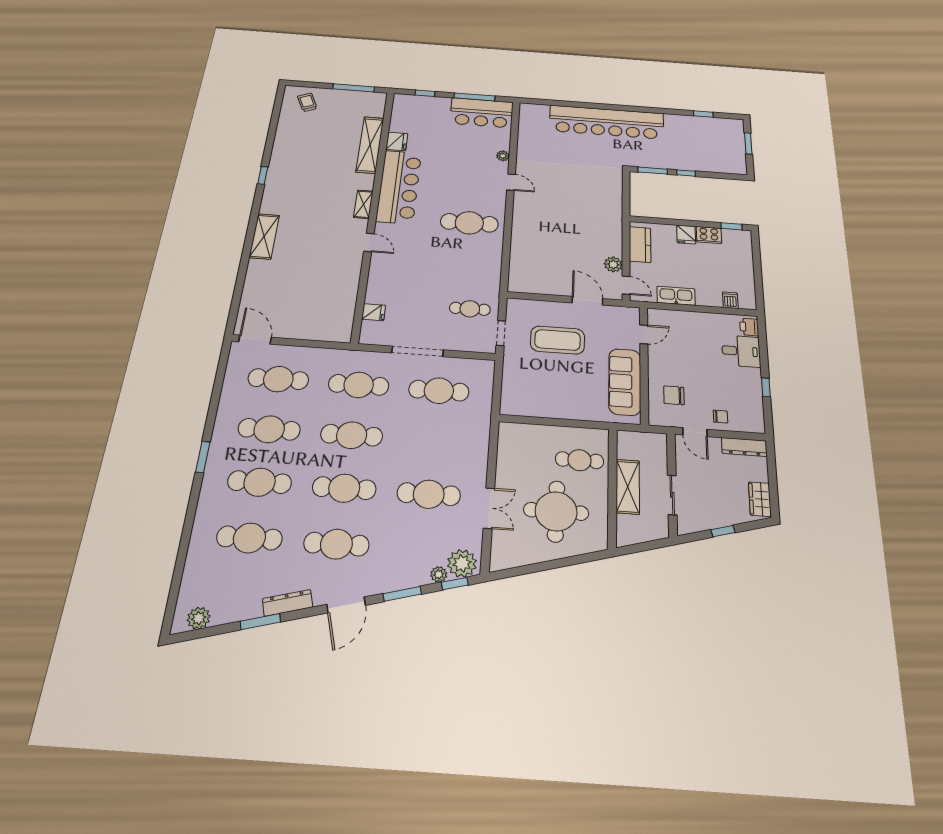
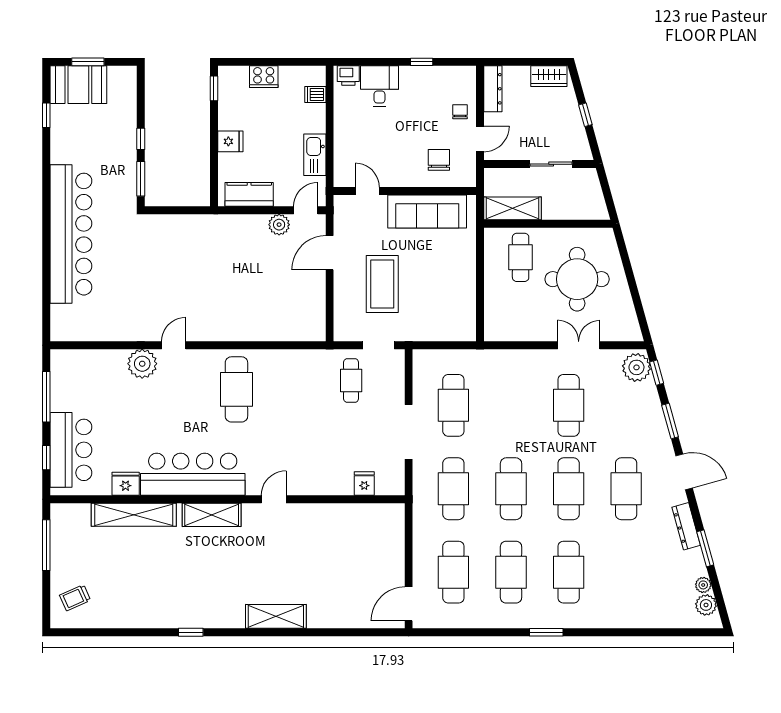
bar counter: (482, 113) -> (71, 450), moved
booth: (729, 136) -> (78, 85), added
plant: (503, 156) -> (142, 364), width x1.88, depth x1.88
shelving: (363, 204) -> (212, 515), width x1.50, depth x1.33
cooker: (709, 235) -> (264, 77), moved, turned 90
chair: (674, 395) -> (439, 160), turned 180
shelving: (628, 487) -> (513, 208), moved
cafe table: (249, 538) -> (626, 572), removed
plant: (439, 574) -> (703, 585), moved

